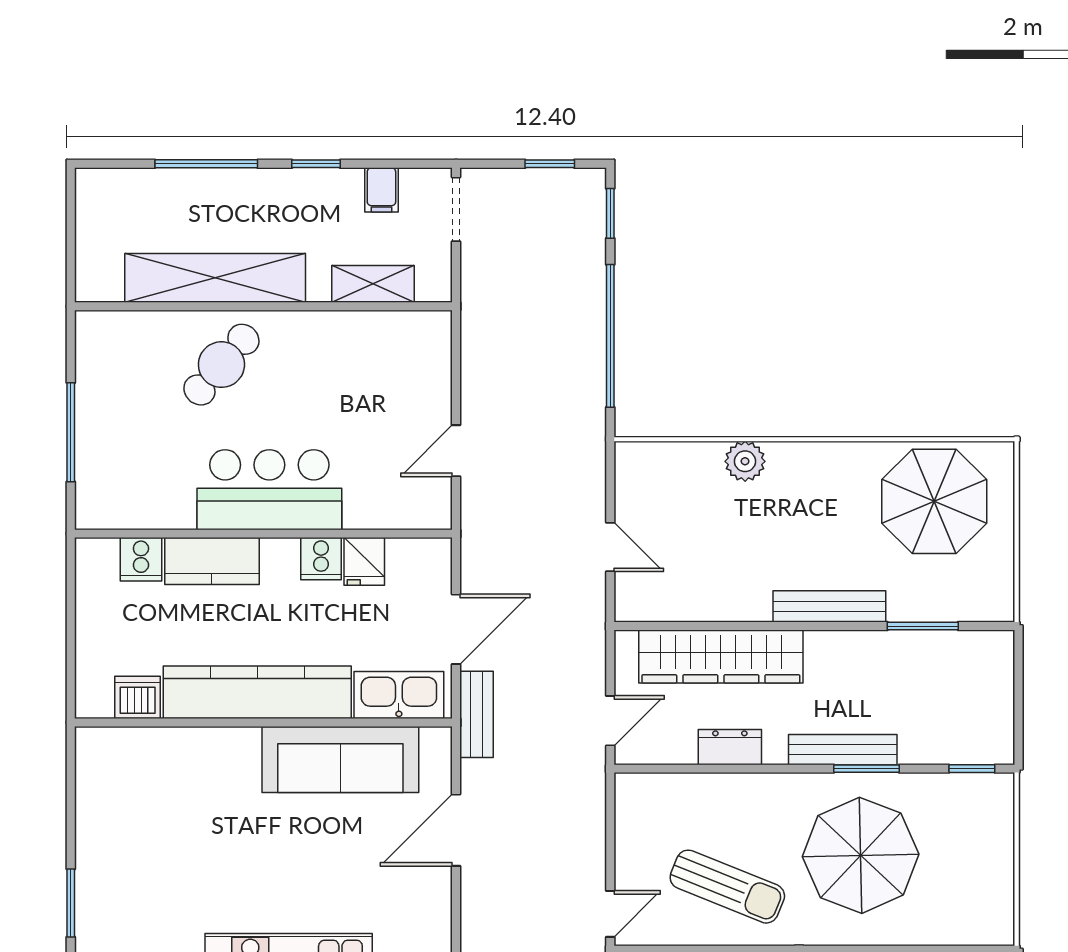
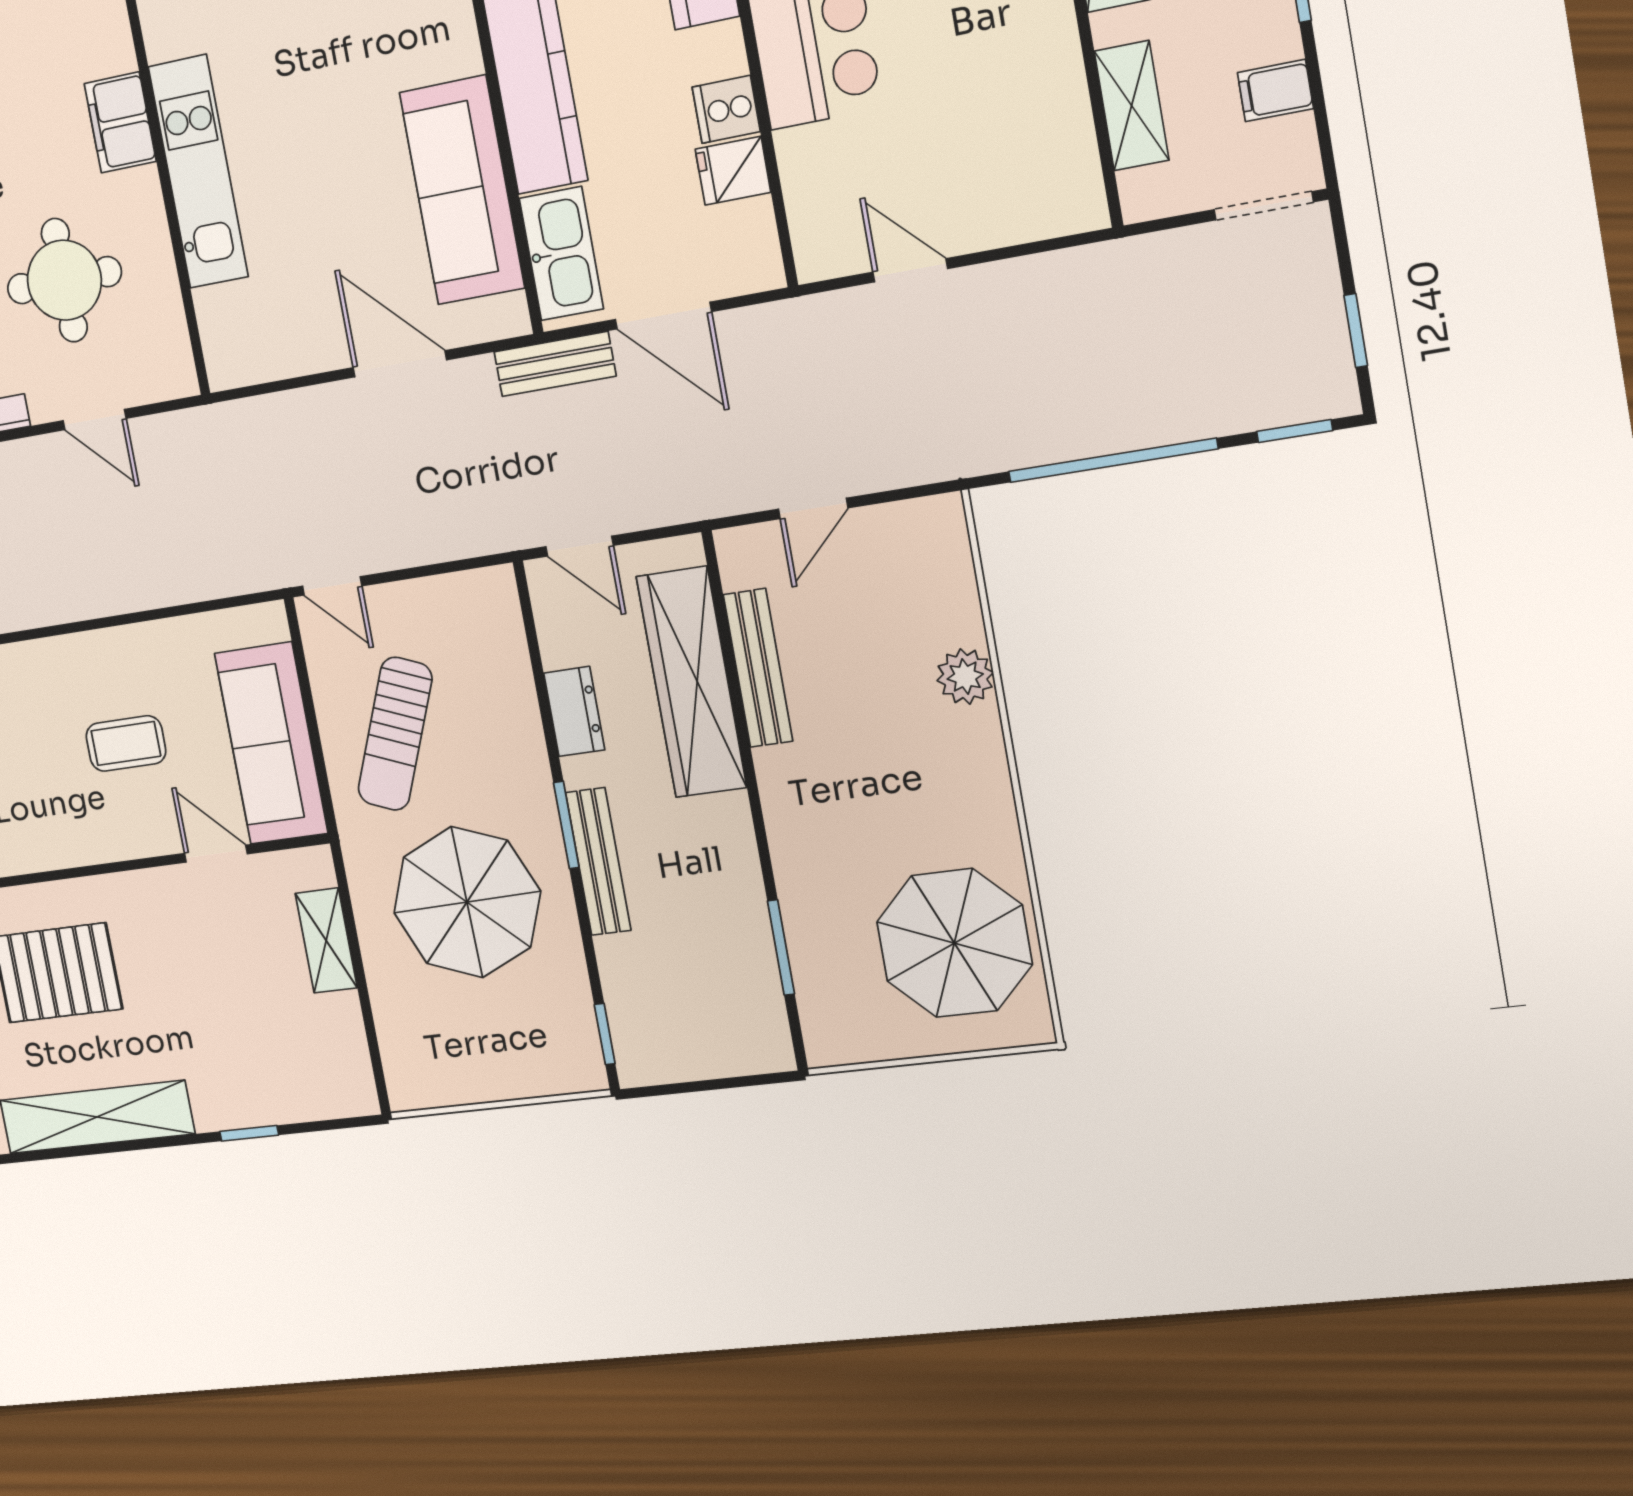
bench: (829, 606) -> (758, 668), moved
window: (867, 769) -> (566, 825), moved

